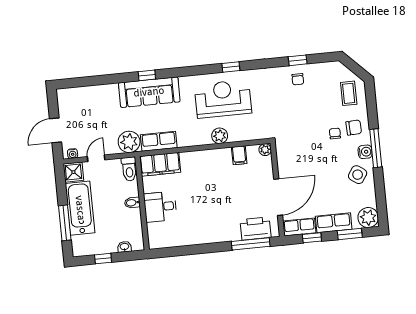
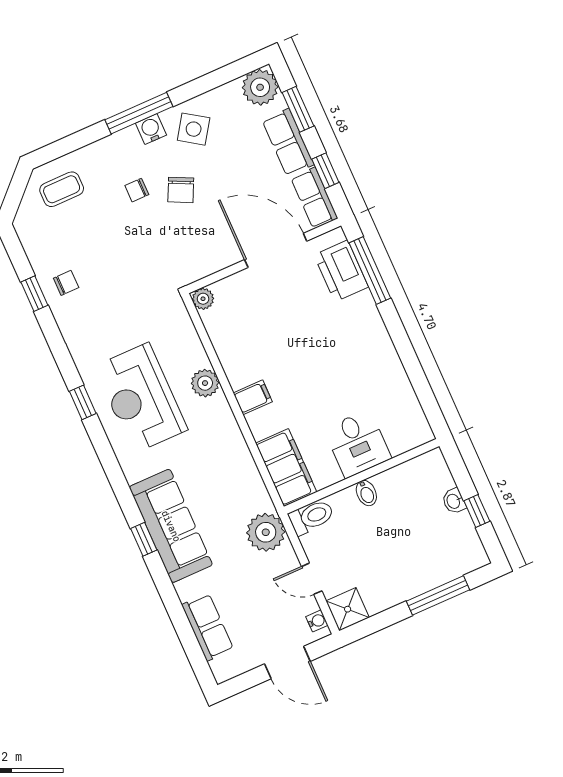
chair: (354, 128) -> (181, 190), moved, turned -151
row of seats: (159, 141) -> (208, 627), moved, turned 180
filing cabinet: (239, 155) -> (253, 397), moved
bathtub: (80, 208) -> (405, 578), removed
washbasin: (124, 247) -> (454, 501), moved

